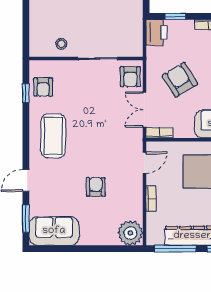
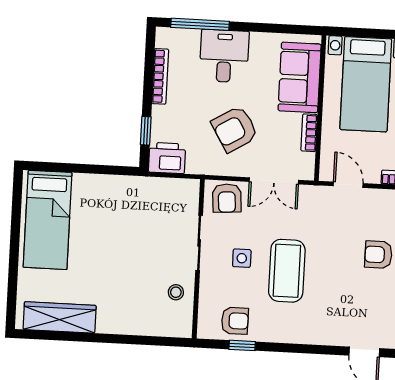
armchair: (130, 77) -> (227, 198), turned 86
side table: (88, 90) -> (242, 258), added
bookcase: (159, 133) -> (309, 133), moved
coffee table: (53, 136) -> (287, 271), moved, turned 90

